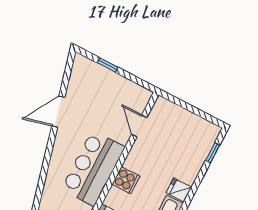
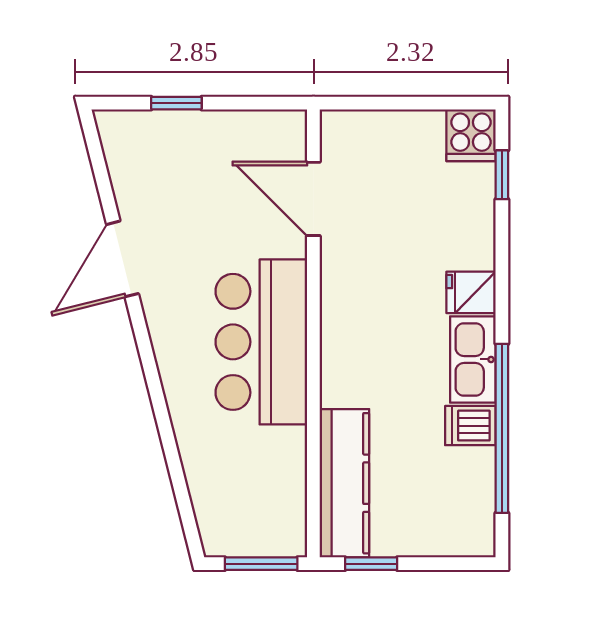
door: (139, 126) -> (313, 199), width x1.38
cooker: (126, 180) -> (471, 135), moved, turned 90

